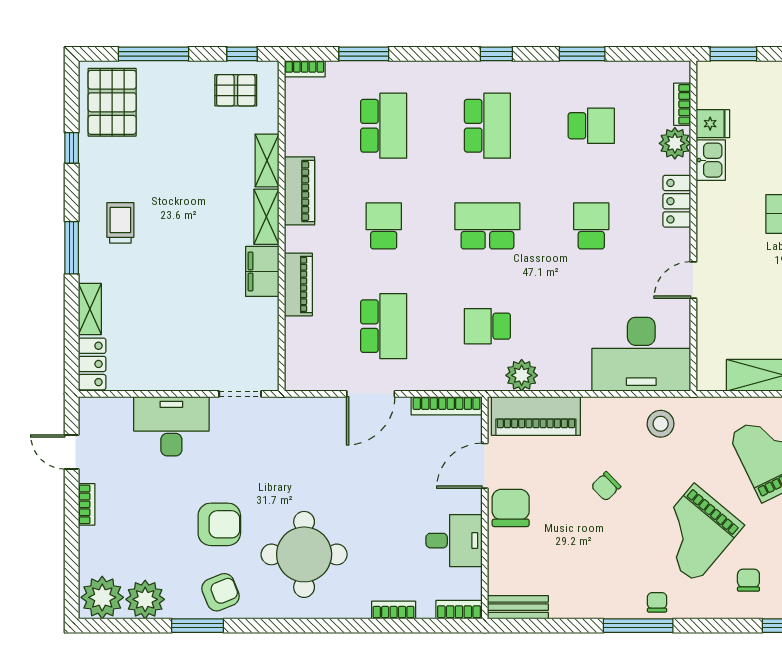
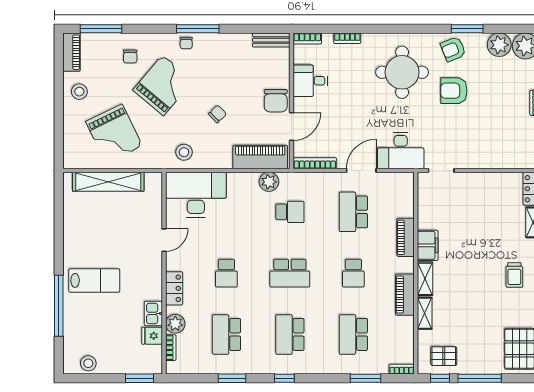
window: (153, 54) -> (480, 378), moved
school desk: (591, 126) -> (226, 334), width x1.85
desk: (171, 426) -> (401, 151), moved

